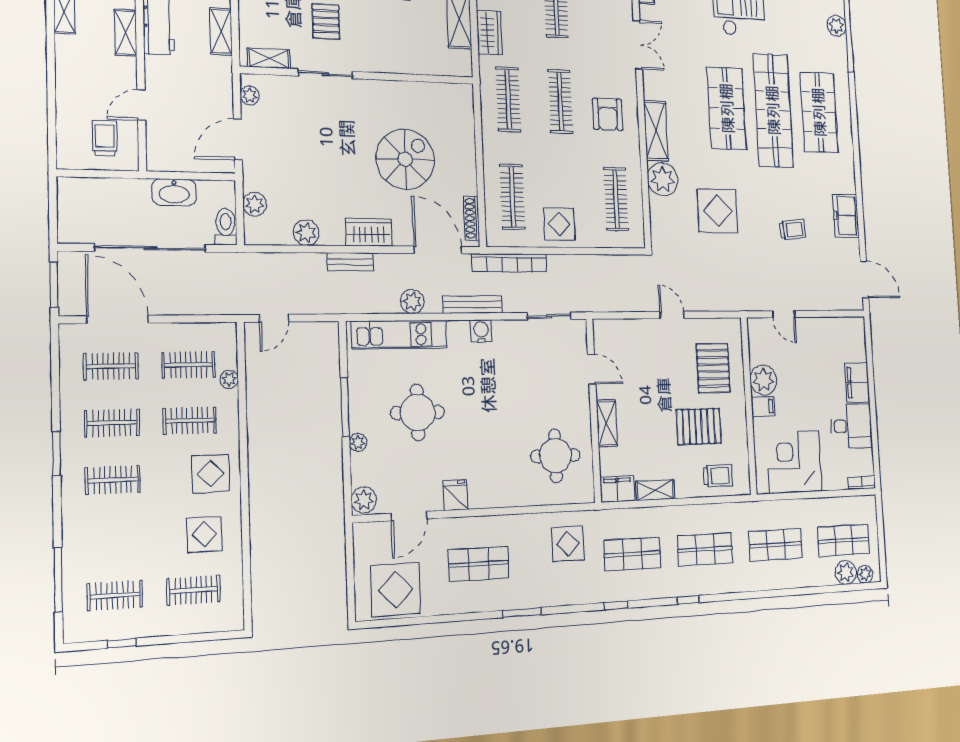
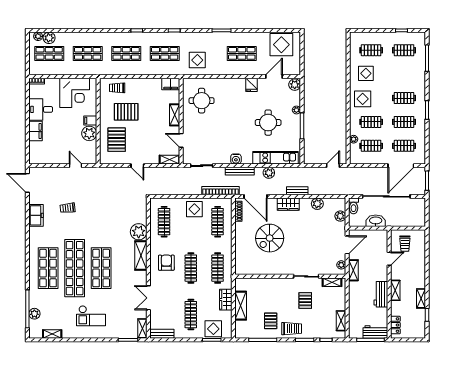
shelving: (221, 31) -> (353, 270), moved
display table: (718, 211) -> (109, 217), removed
door: (118, 319) -> (401, 166), hinge flipped
shelving: (655, 490) -> (169, 160), moved

